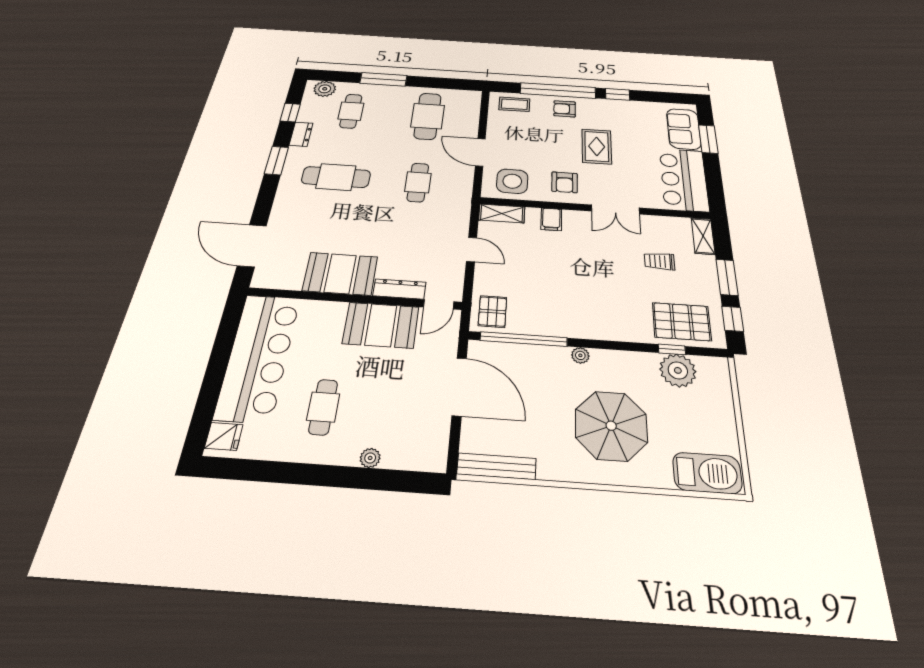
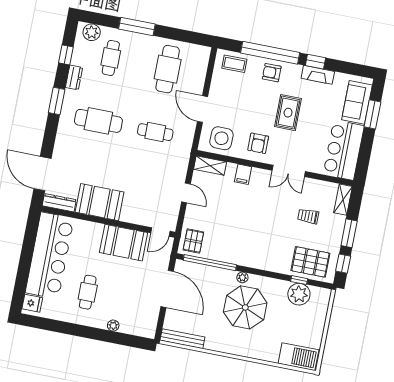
fireplace: (624, 106) -> (318, 75), added
cafe table: (418, 182) -> (155, 132), turned 90
dresser: (399, 289) -> (59, 203), moved
parasol: (611, 426) -> (245, 307), moved

